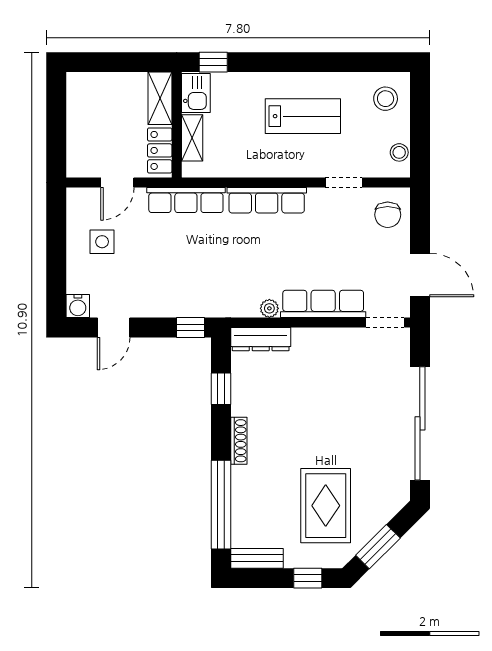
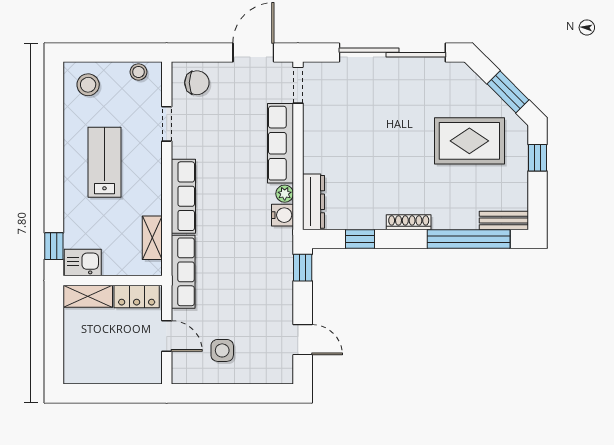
shelving: (192, 138) -> (152, 238), moved, turned 90
water cooler: (78, 306) -> (282, 215), moved
bench: (257, 558) -> (504, 220), moved, turned 90

